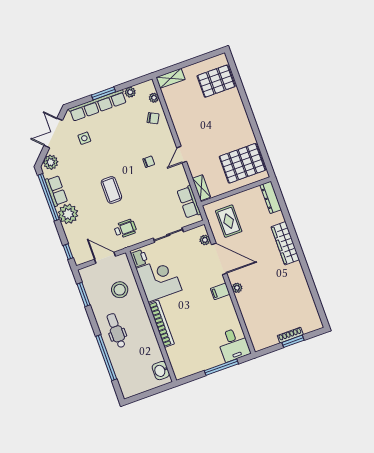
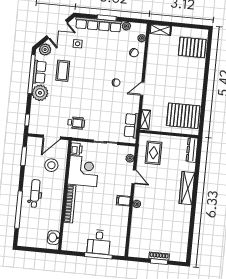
double door: (53, 133) -> (57, 29), swing flipped
coffee table: (111, 190) -> (63, 71), moved
door: (105, 258) -> (52, 137), swing flipped
door: (219, 259) -> (134, 177), width x0.53
desk: (233, 344) -> (99, 242), moved

